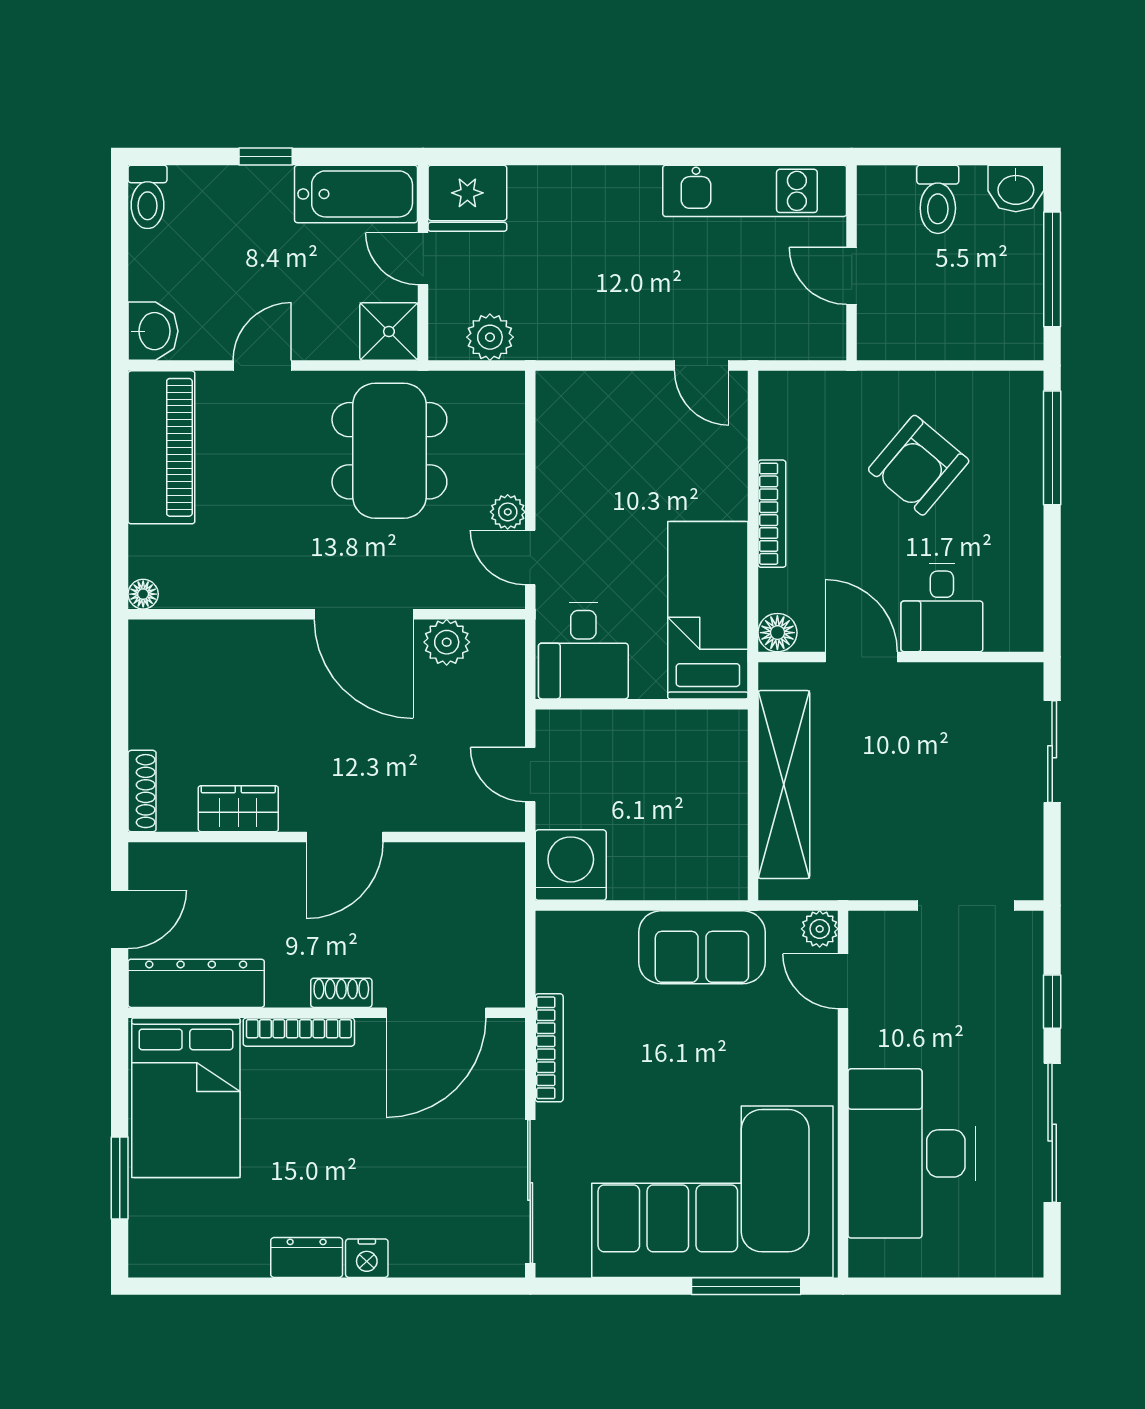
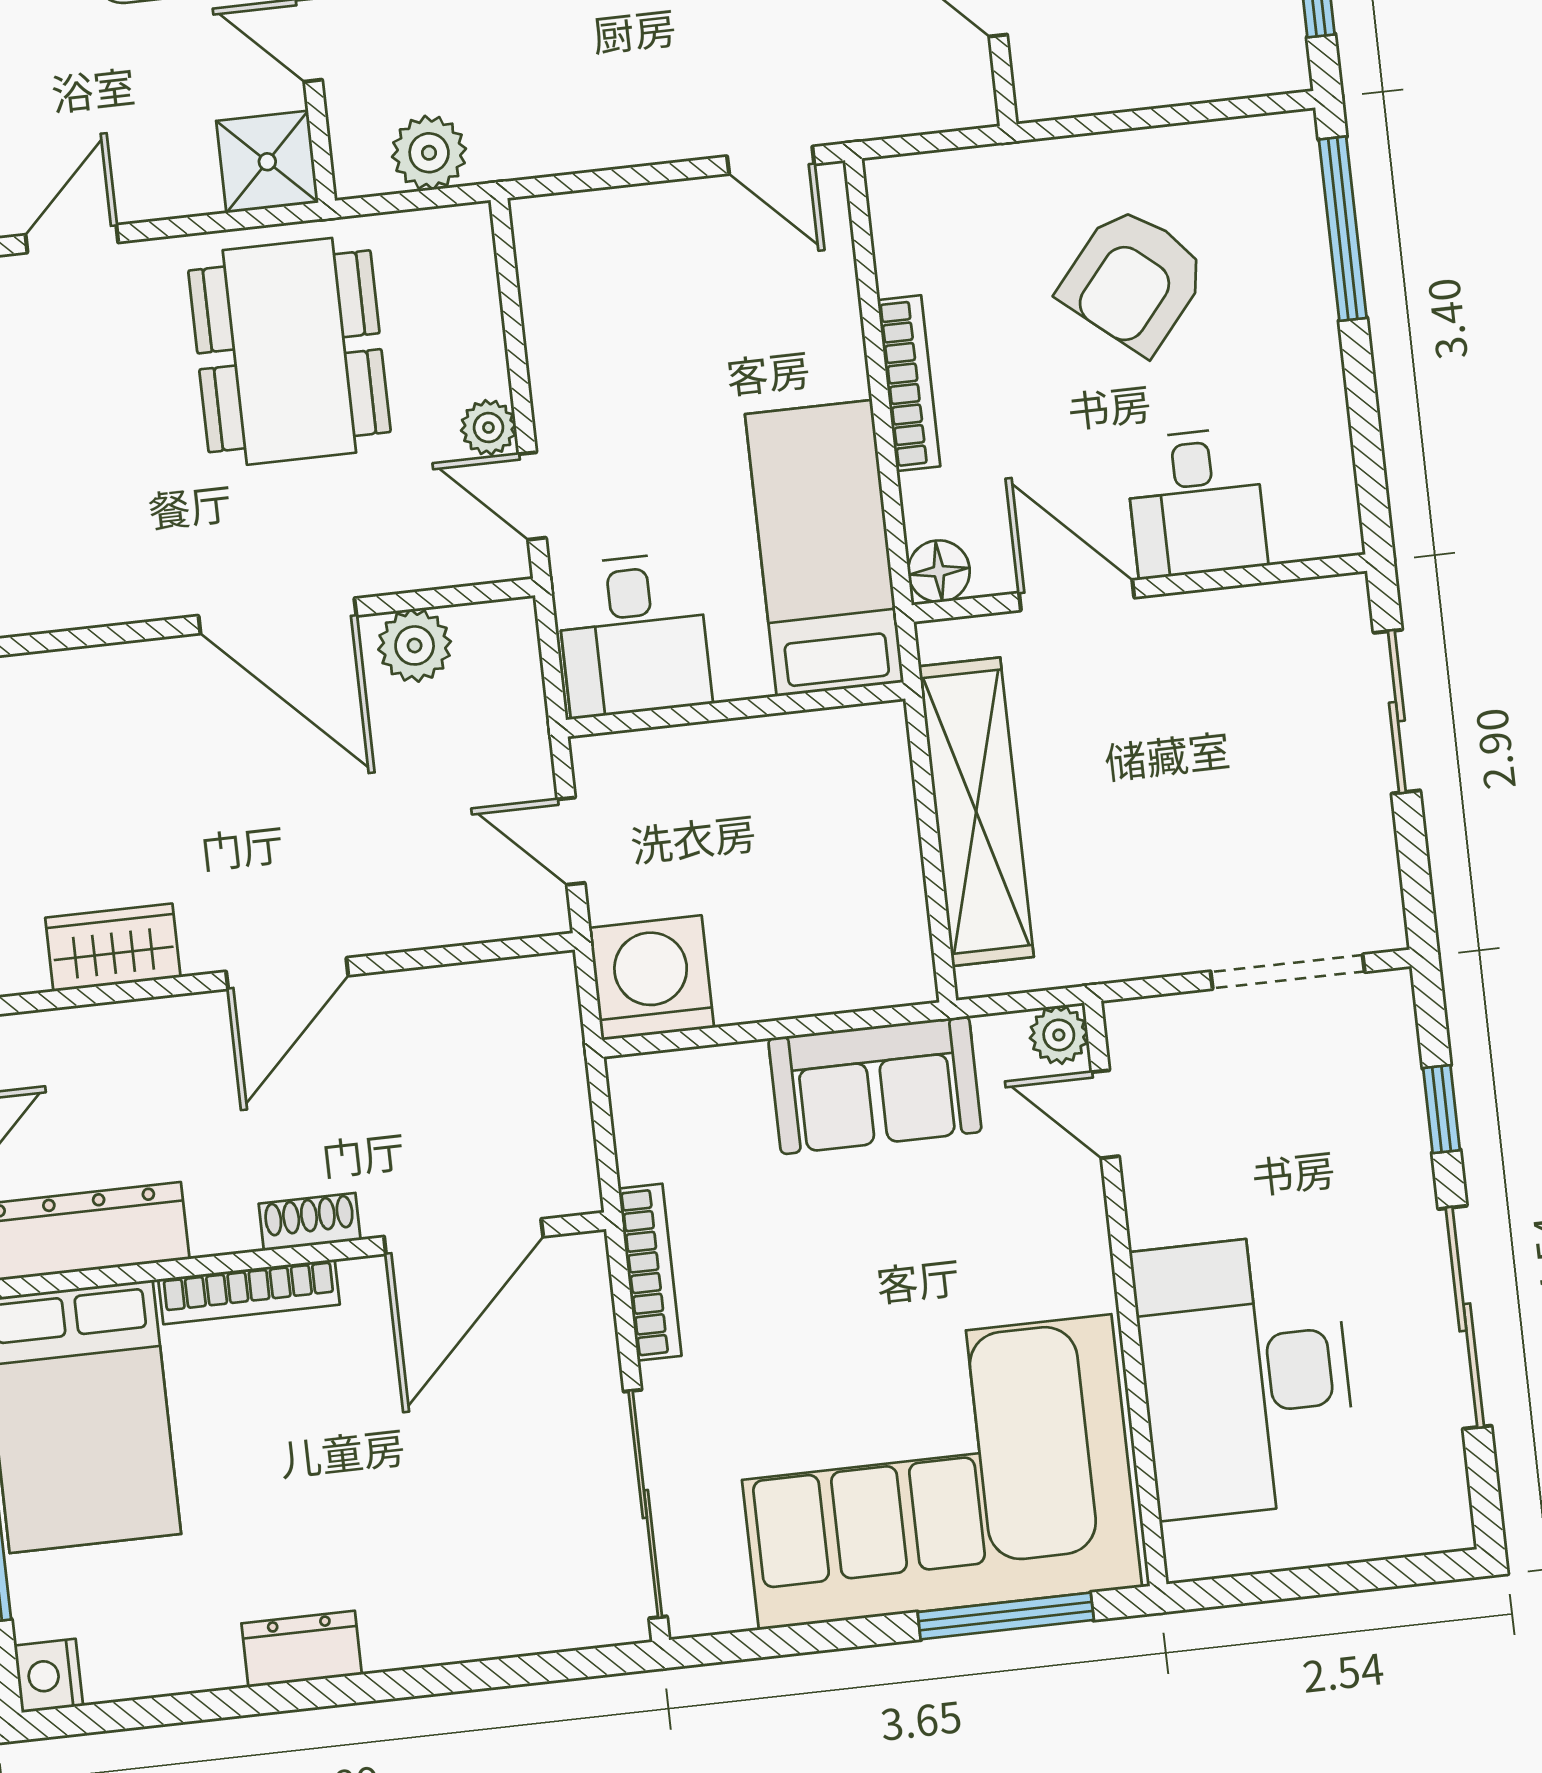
nightstand: (367, 1258) -> (49, 1676), moved, turned 90

